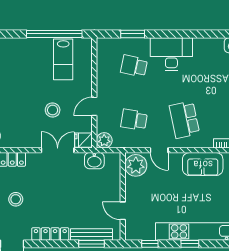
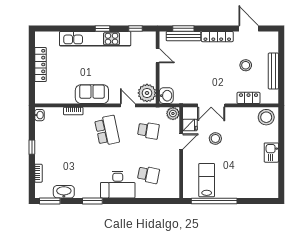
window: (133, 34) -> (92, 201), moved
fridge: (84, 140) -> (190, 125), moved
washbasin: (94, 161) -> (166, 96), moved, turned 90

